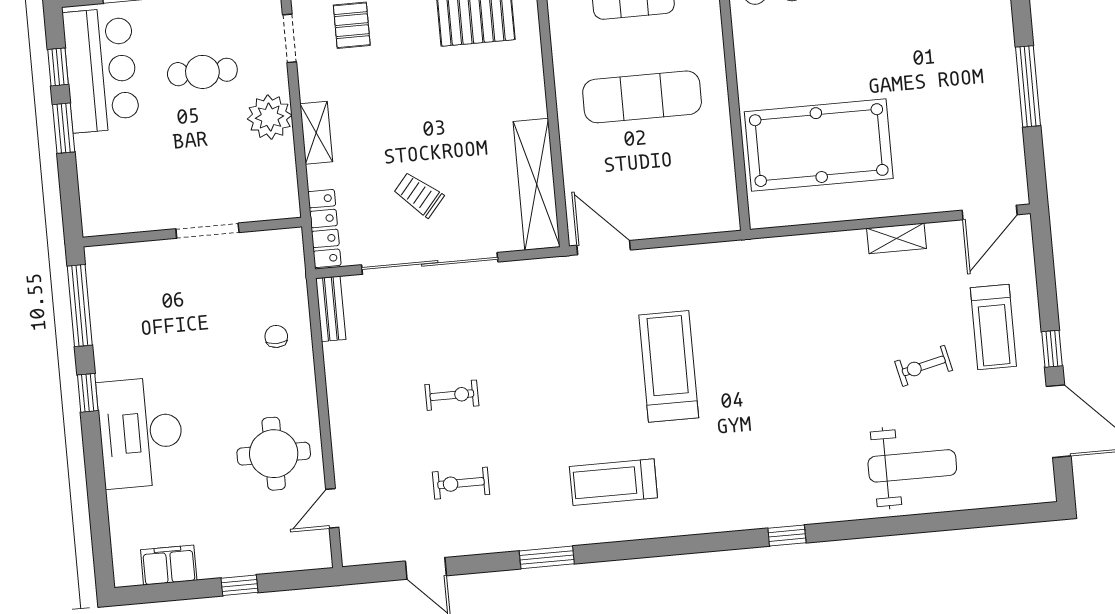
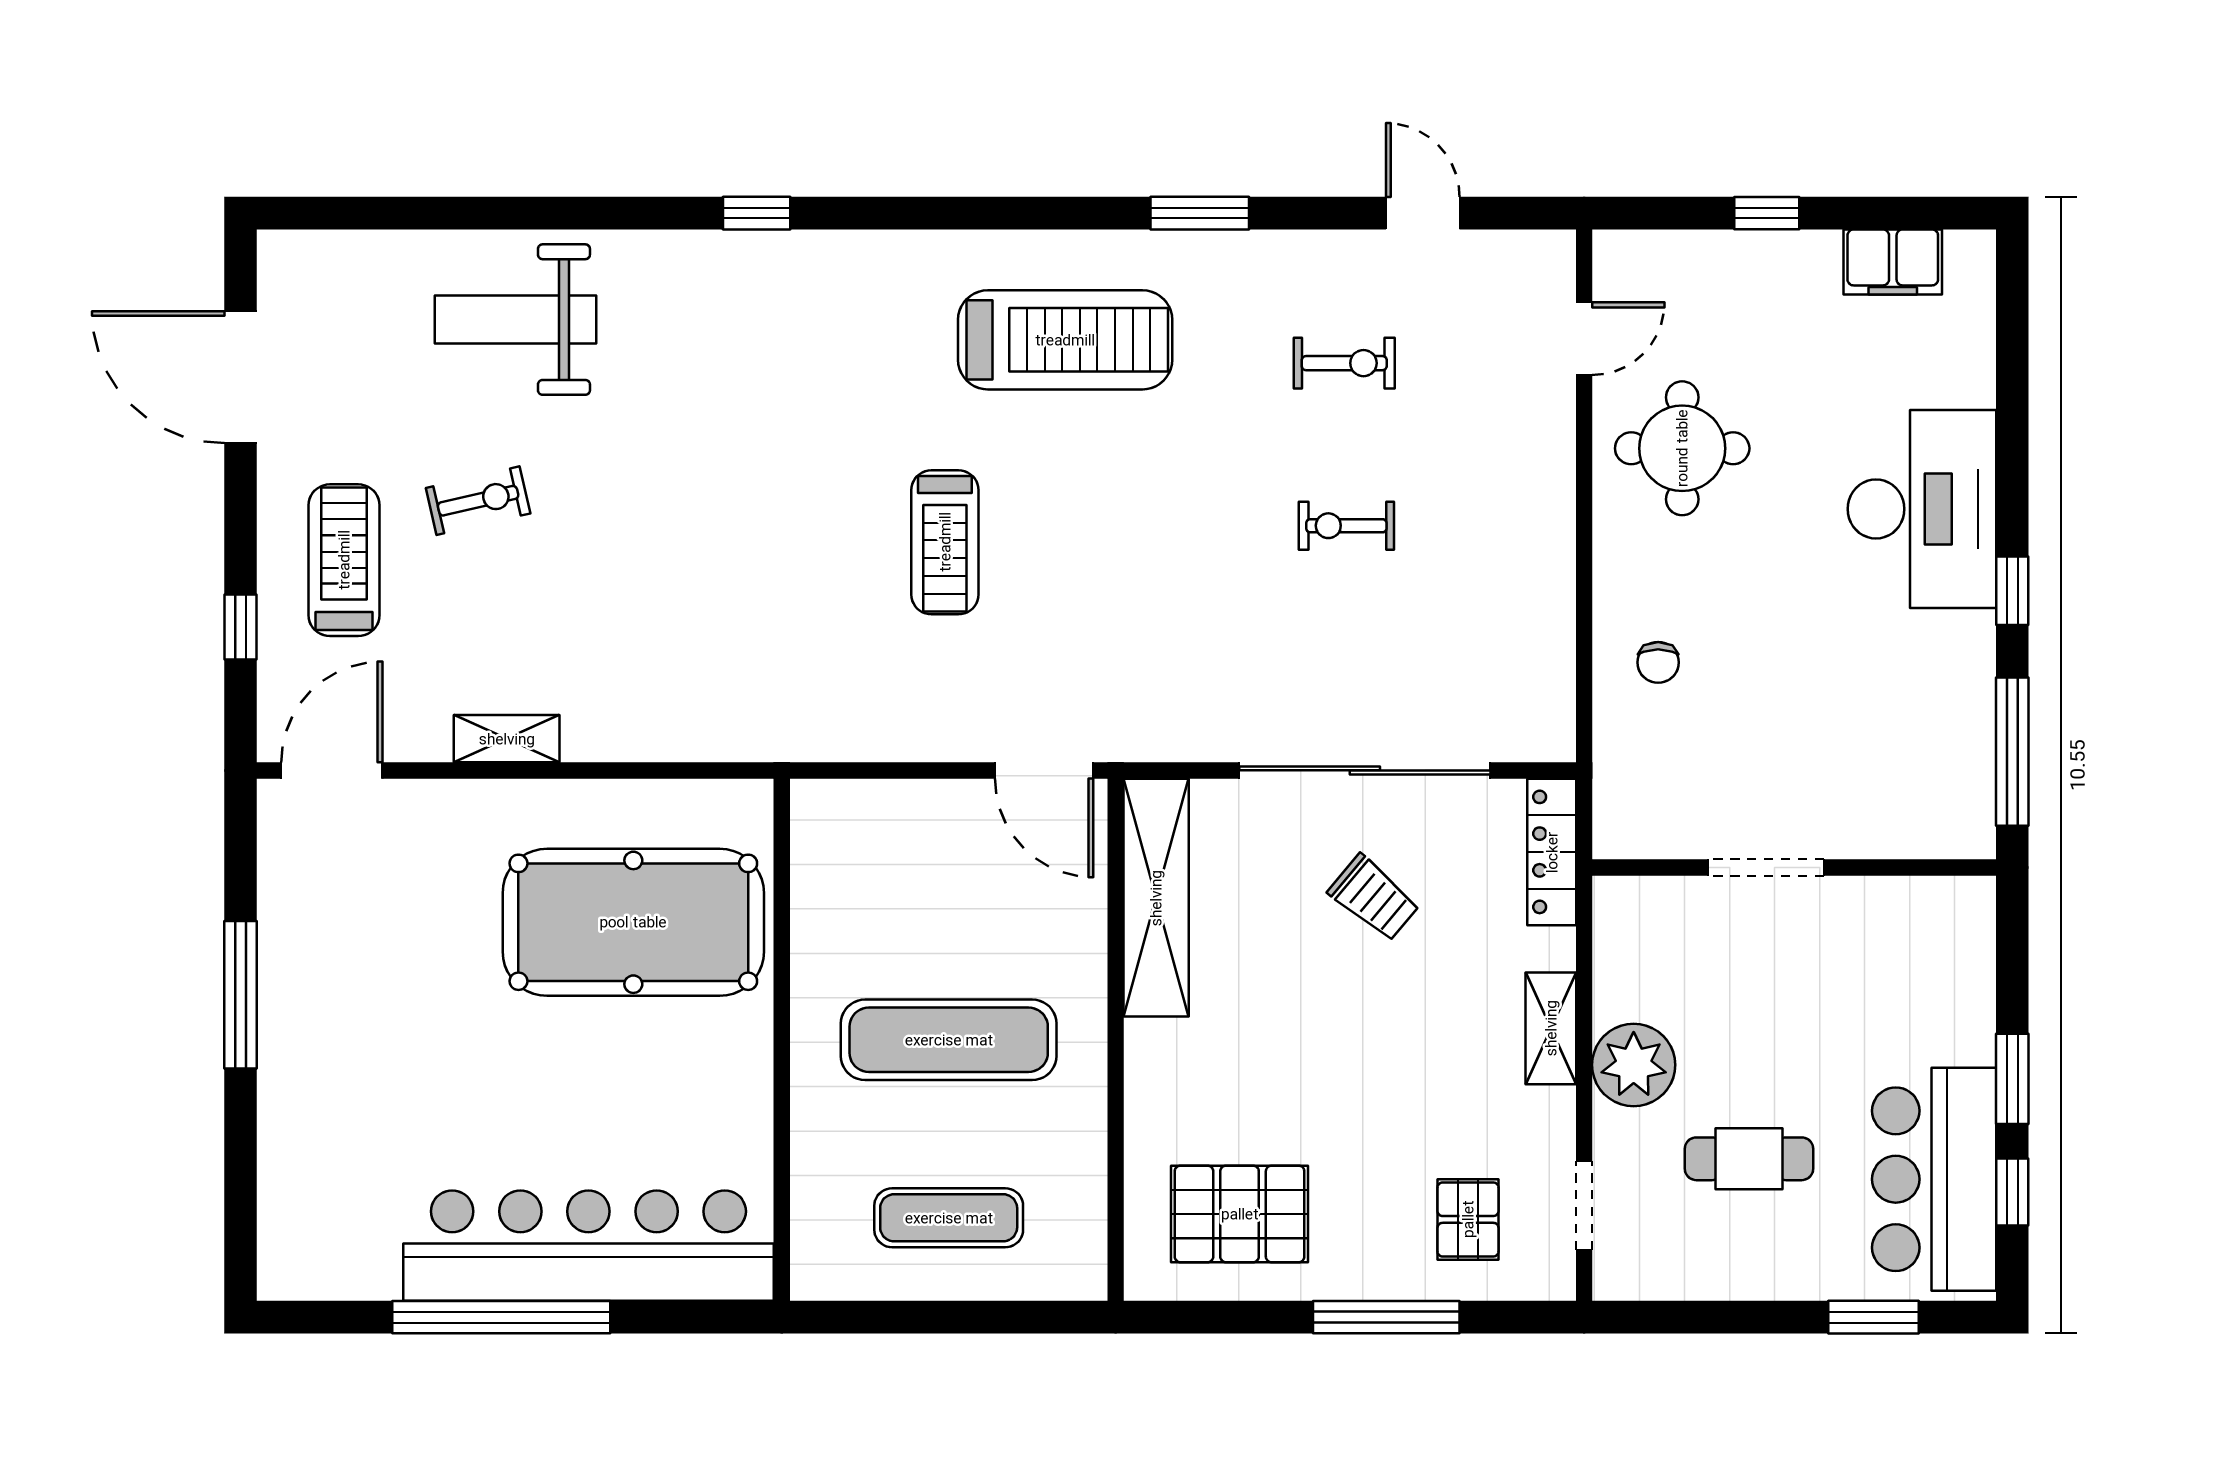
bench: (331, 309) -> (1554, 704), removed
window: (1052, 349) -> (240, 627), moved
treadmill: (669, 366) -> (945, 542), width x0.73, depth x0.73
treadmill: (613, 482) -> (1065, 340), width x1.37, depth x1.38

